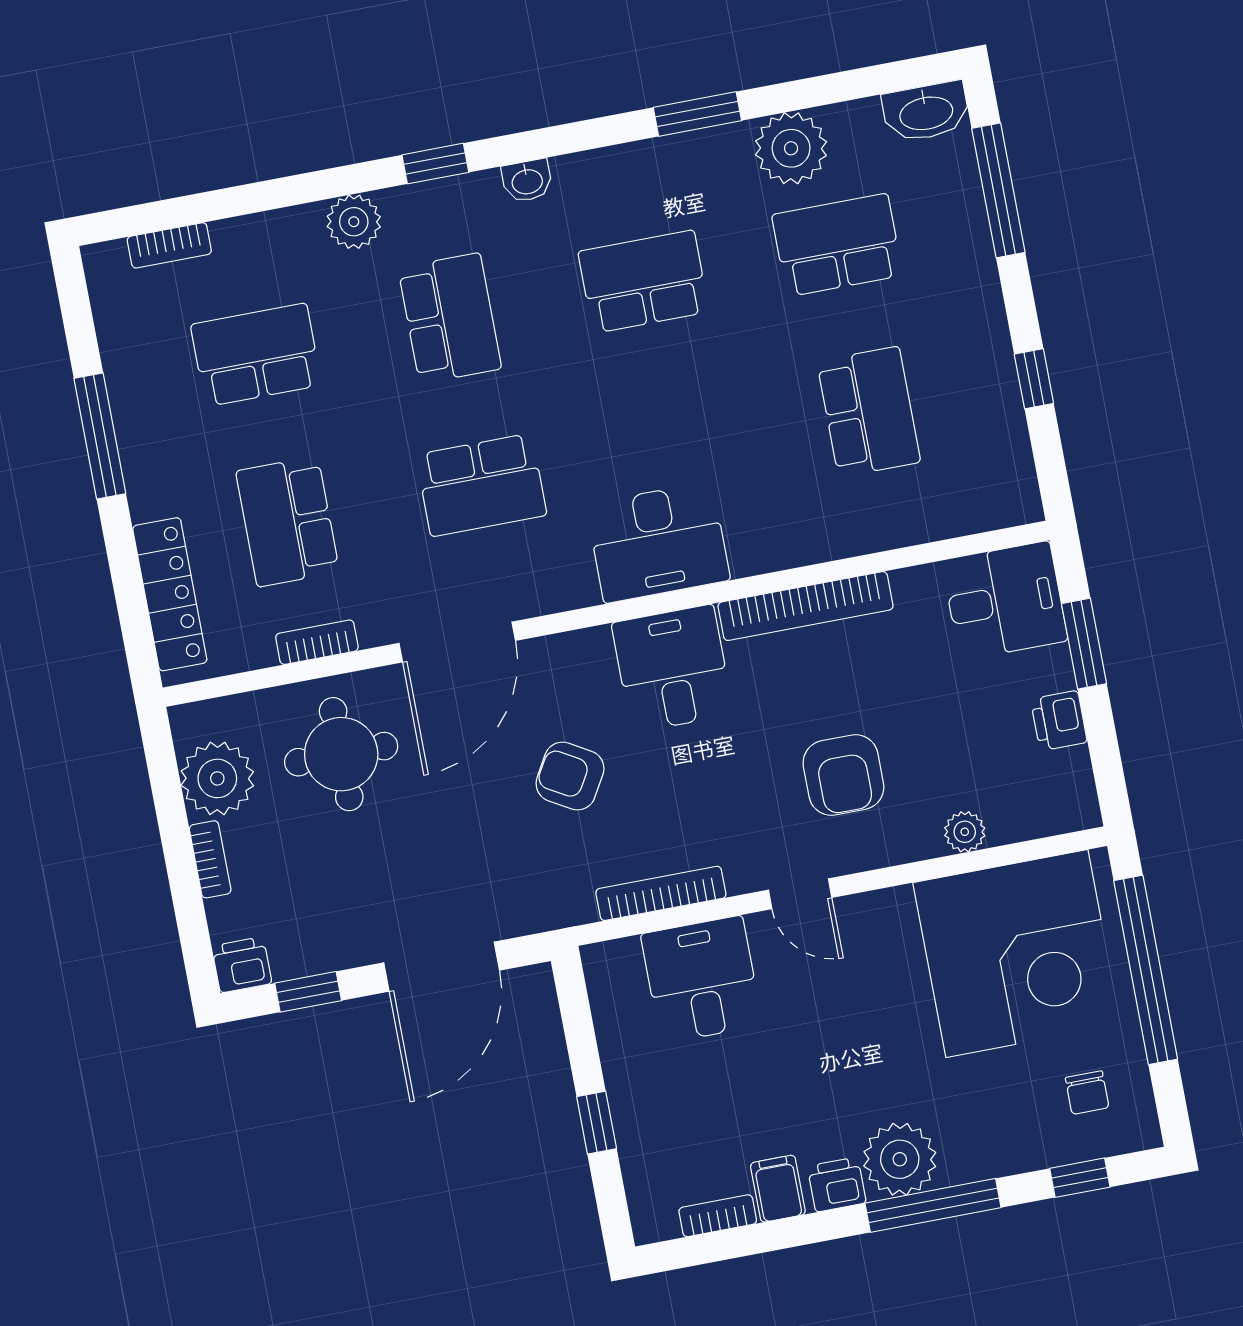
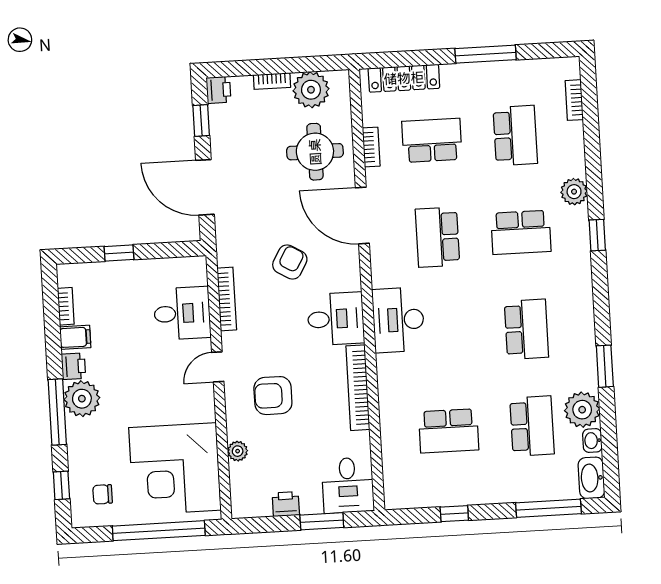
washbasin: (527, 181) -> (592, 441), moved

